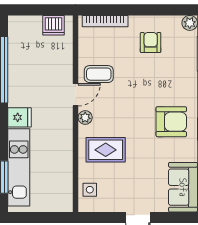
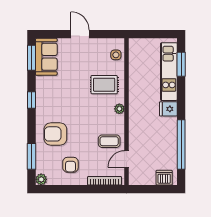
dishwasher: (53, 25) -> (164, 178), moved
door: (76, 95) -> (127, 159), moved
armchair: (171, 122) -> (55, 134), moved

